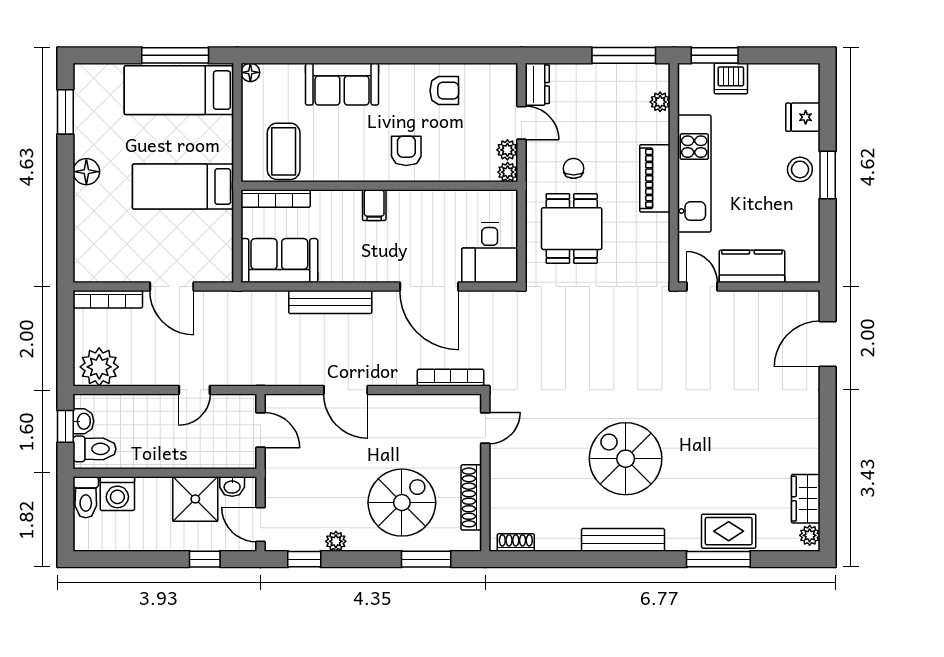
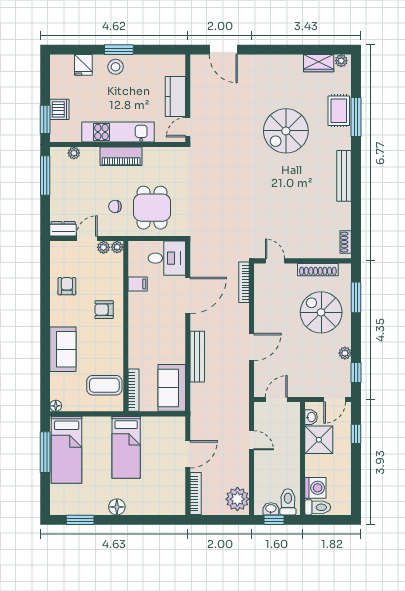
filing cabinet: (374, 205) -> (138, 284), moved
dining table: (572, 229) -> (152, 208), turned 90
spiral stairs: (626, 459) -> (286, 131), moved

